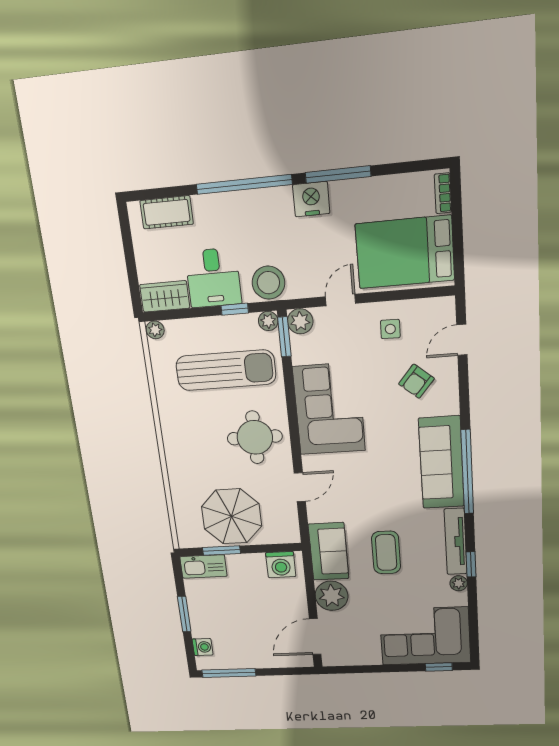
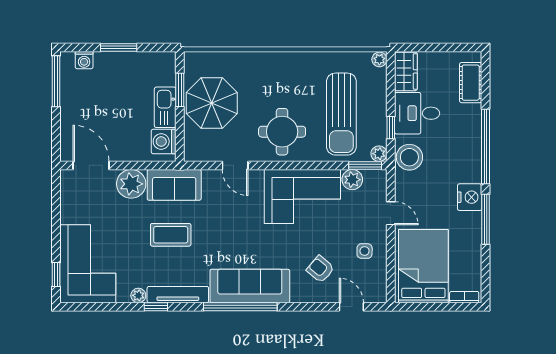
plant: (300, 321) -> (352, 180), moved
kitchen sink: (203, 566) -> (165, 107), moved

